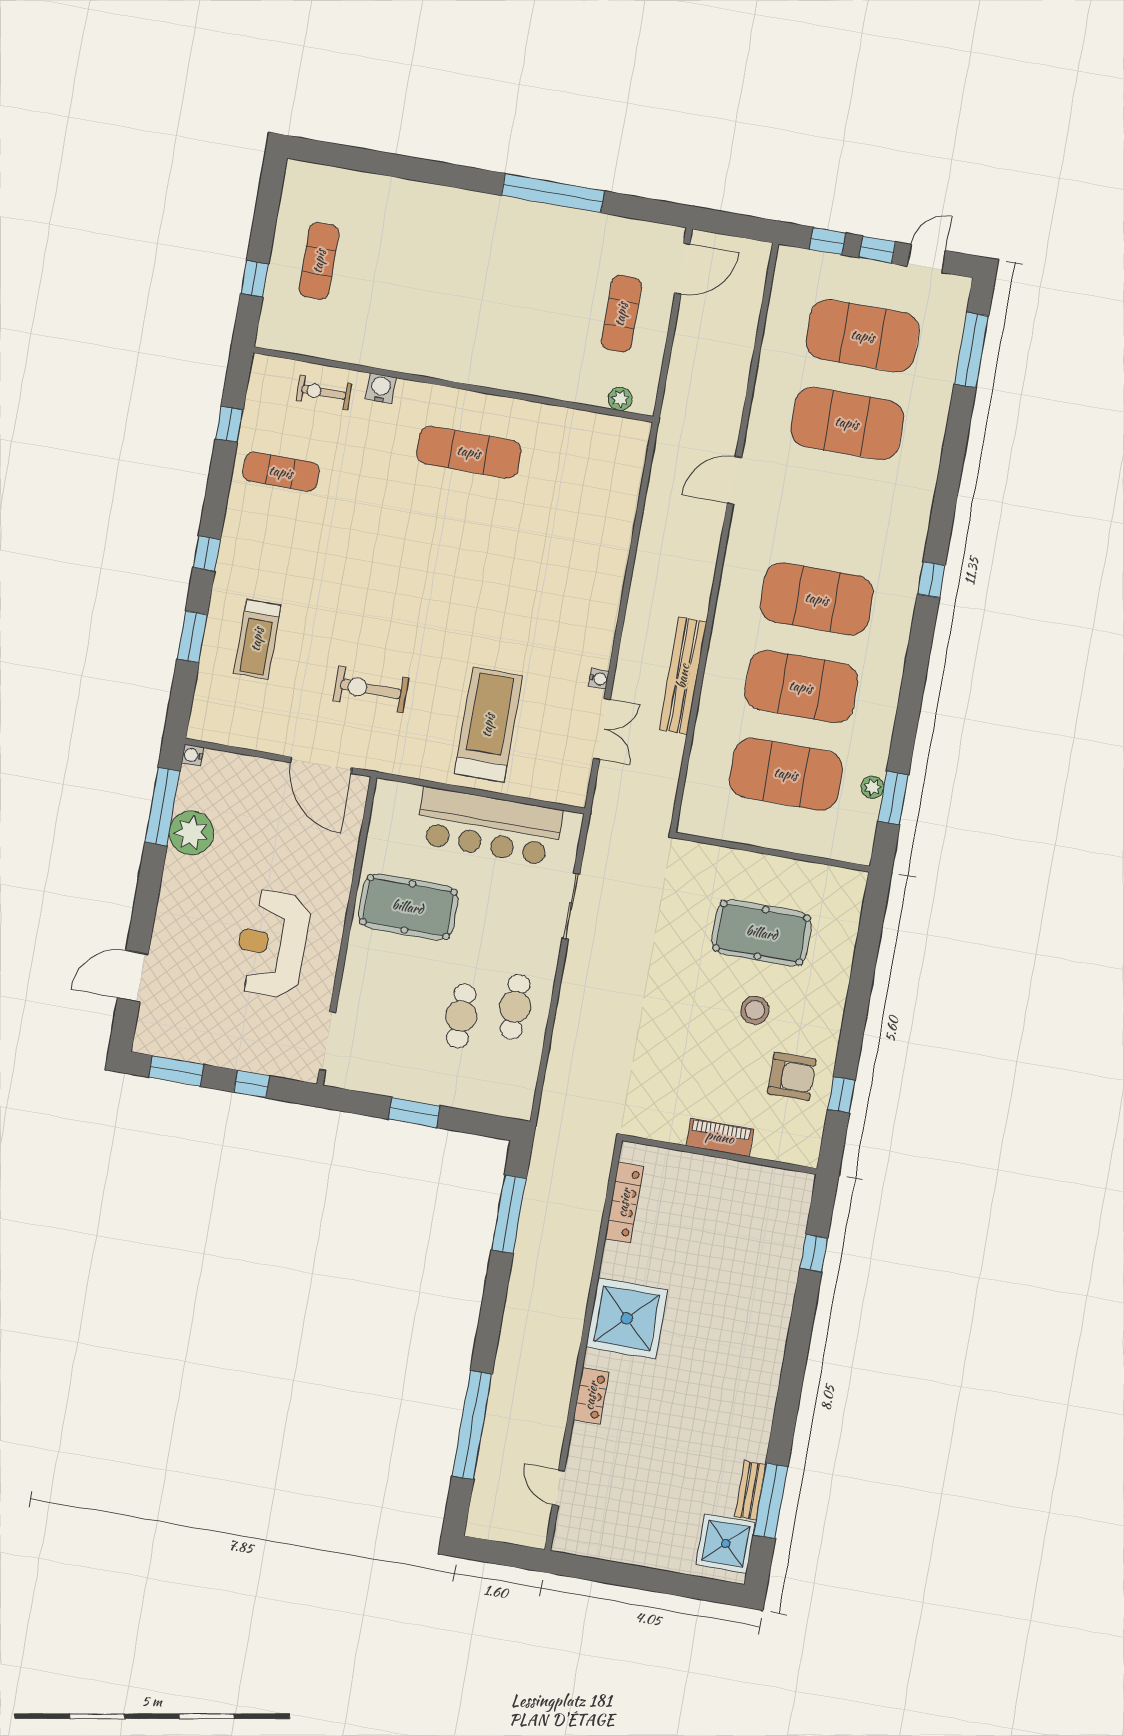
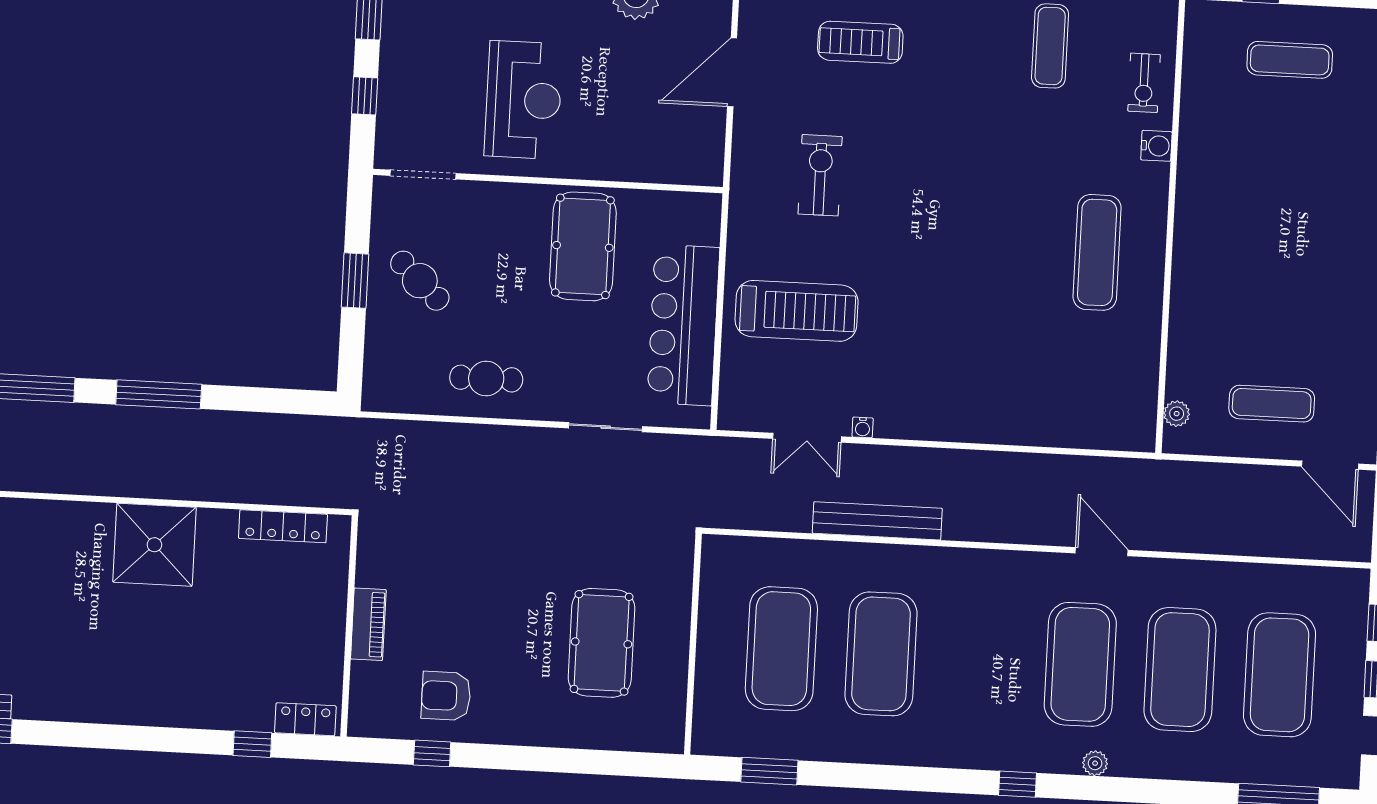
exercise bike: (324, 392) -> (1144, 83), turned 180
exercise mat: (817, 599) -> (1080, 664), moved
door: (321, 765) -> (732, 72), moved
plant: (872, 787) -> (1095, 763), moved
reception desk: (272, 944) -> (523, 100), turned 90
stool: (755, 1010) -> (515, 646), removed
cafe table: (461, 1016) -> (420, 281), moved, turned 43
armchair: (792, 1076) -> (446, 696), turned 90
window: (509, 1214) -> (159, 394), moved
locker: (591, 1396) -> (305, 719), moved, turned 180

